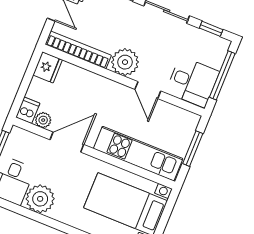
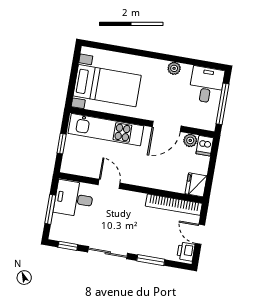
plant: (125, 62) -> (133, 203), removed
window: (222, 75) -> (50, 209), width x0.69
window: (193, 149) -> (62, 144), width x0.67
plant: (40, 199) -> (174, 68), width x0.53, depth x0.53

